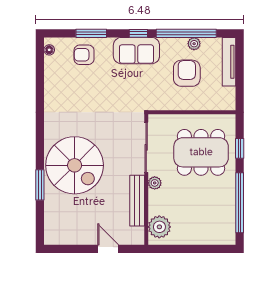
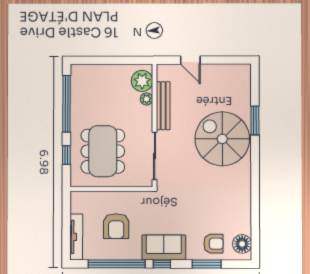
plant: (194, 44) -> (109, 254), removed
floor lamp: (49, 50) -> (242, 244), width x1.89, depth x1.89
dining table: (201, 152) -> (103, 151), turned 90
plant: (155, 183) -> (147, 99), moved

